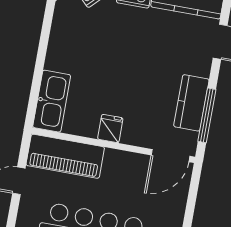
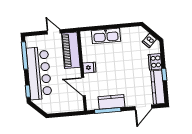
kitchen sink: (52, 101) -> (106, 36), moved
door: (170, 156) -> (83, 87), moved

